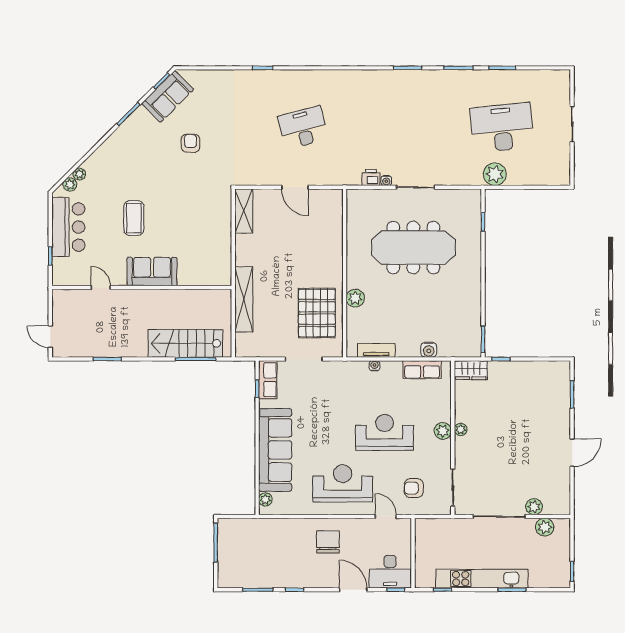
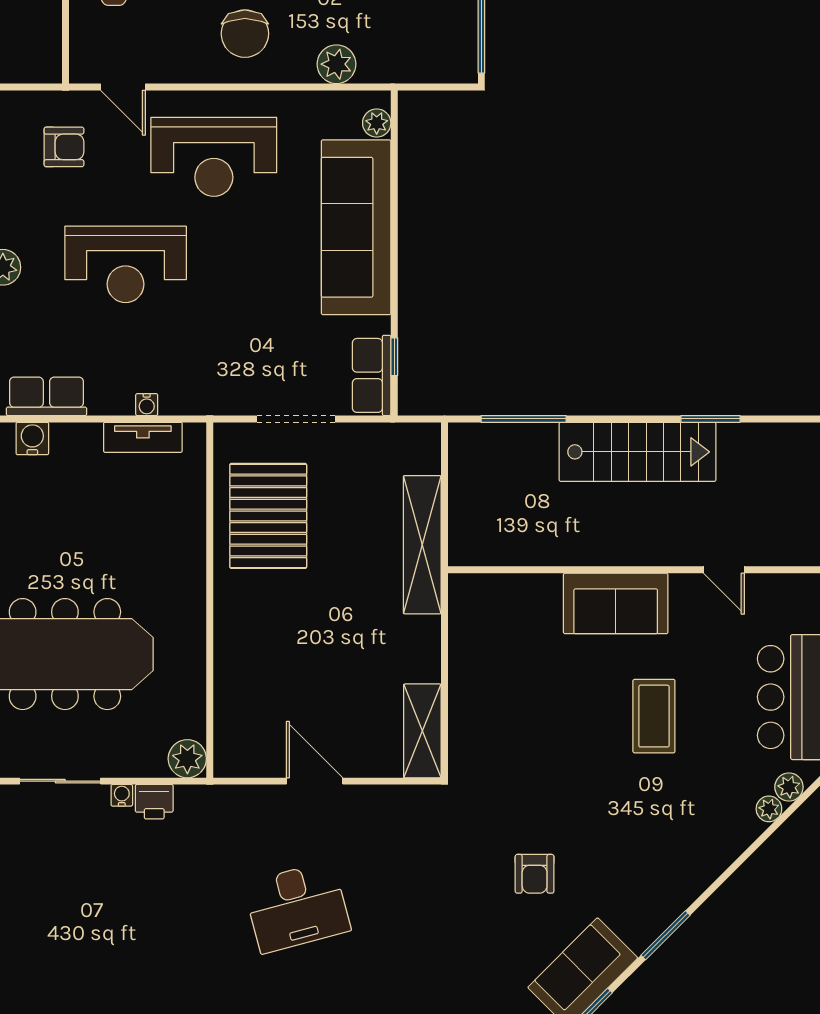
plant: (355, 298) -> (187, 759), moved
stairs: (185, 343) -> (638, 452), moved
plant: (284, 527) -> (336, 64), added

